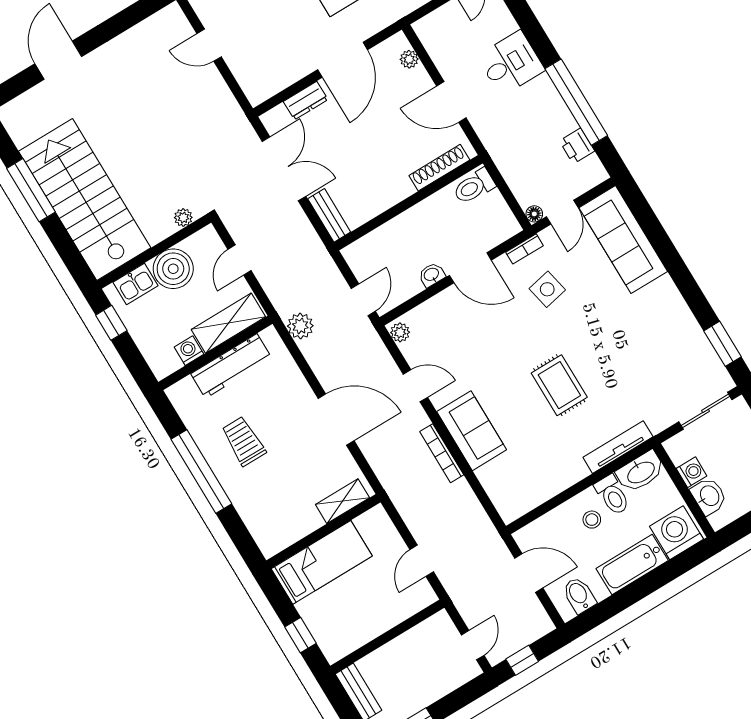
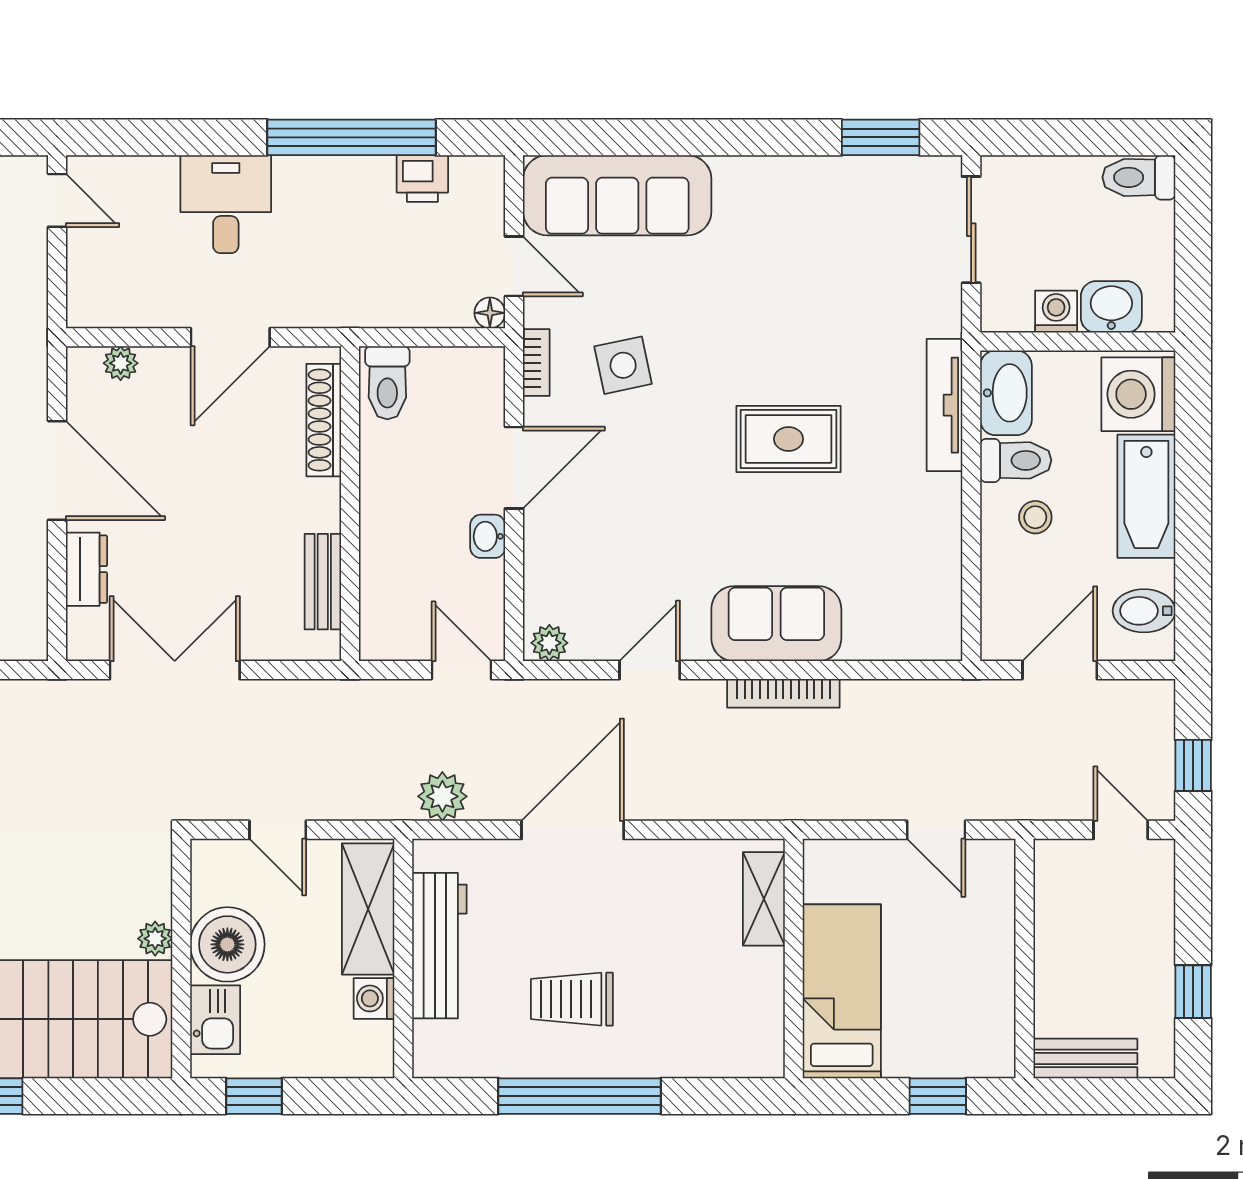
bench: (329, 215) -> (323, 582), moved, turned 90
plant: (183, 218) -> (155, 939), moved
door: (336, 420) -> (573, 830), moved

